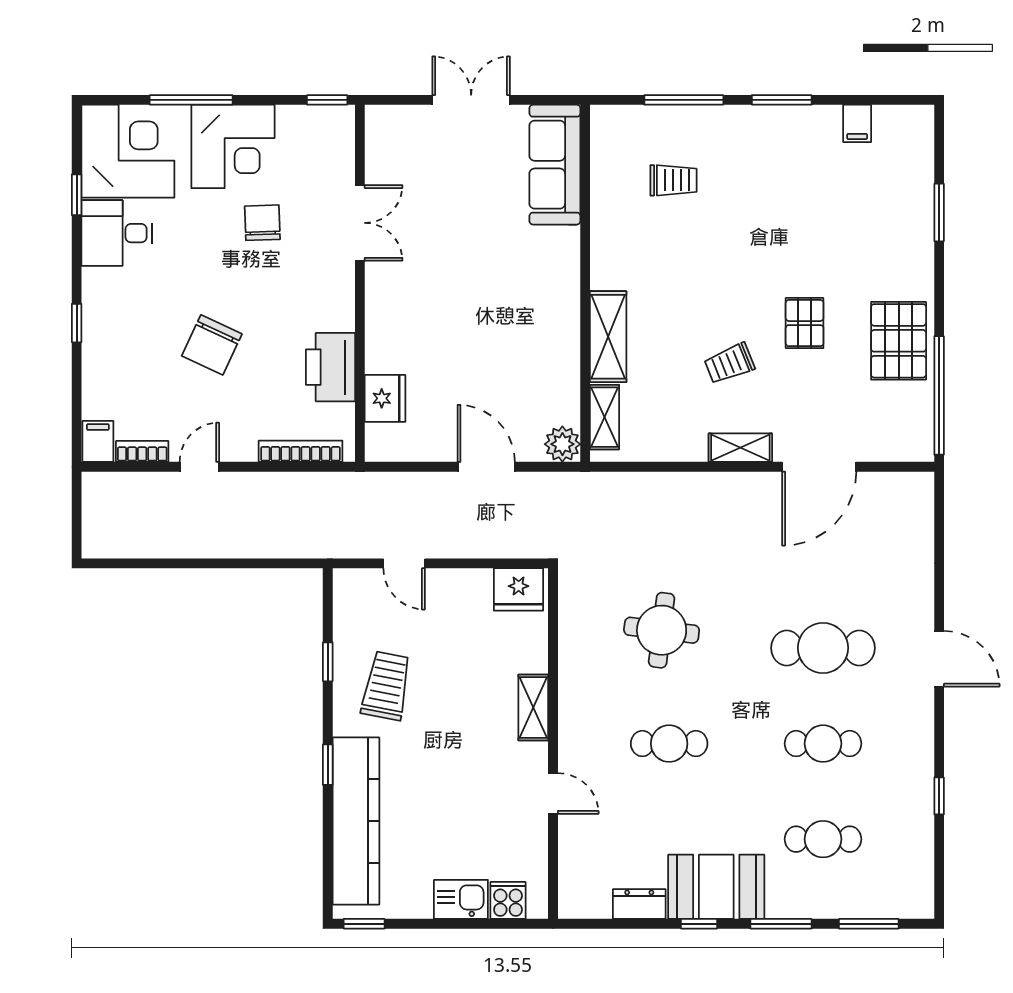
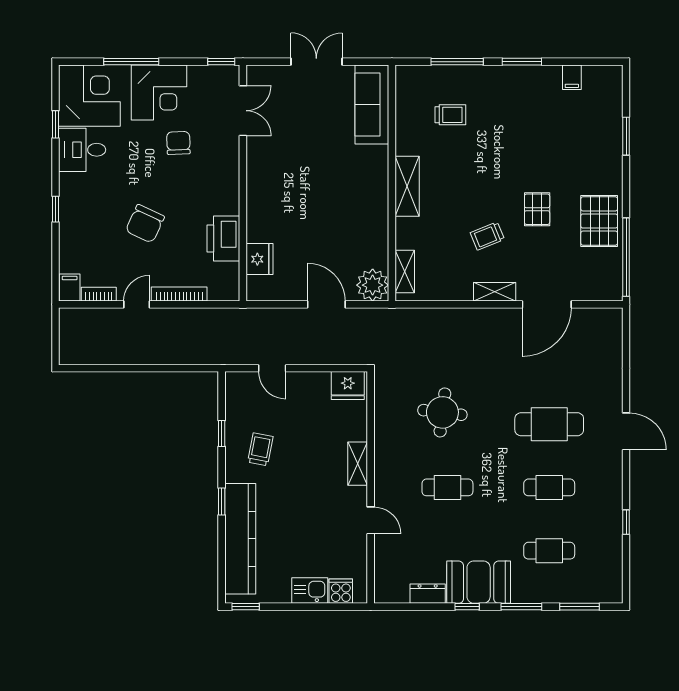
double door: (360, 223) -> (243, 111), moved
shelving: (608, 337) -> (407, 186), moved
plant: (562, 444) -> (373, 285), width x1.36, depth x1.36
bookcase: (301, 451) -> (179, 294), moved
trolley: (386, 686) -> (260, 449), width x0.73, depth x0.72

